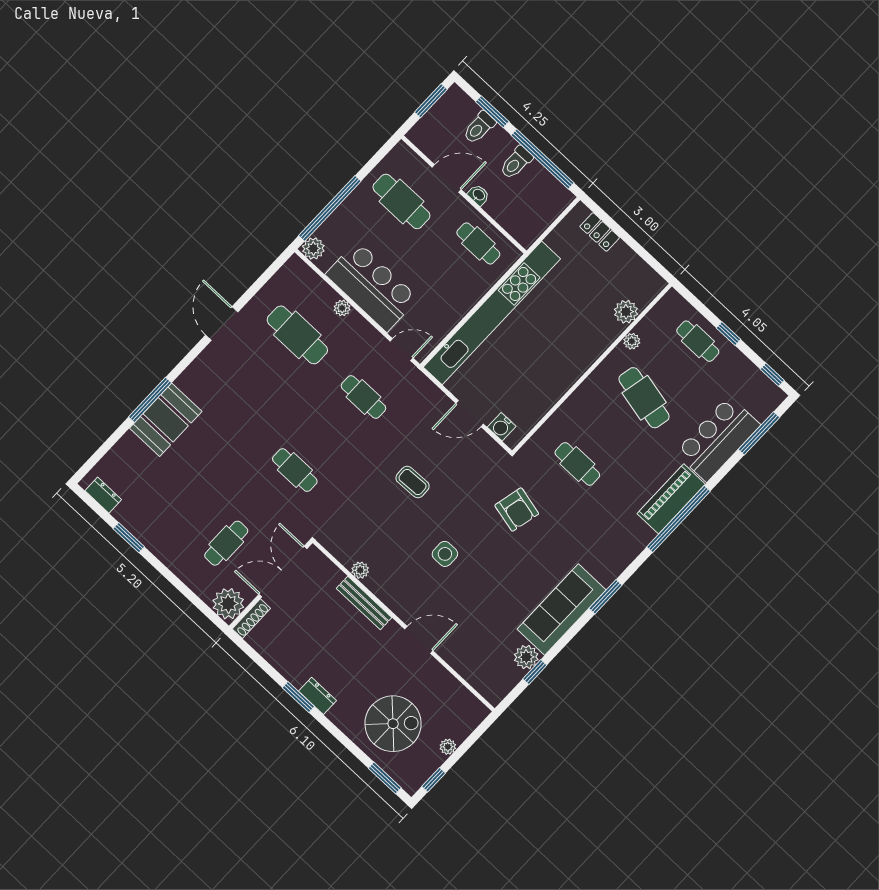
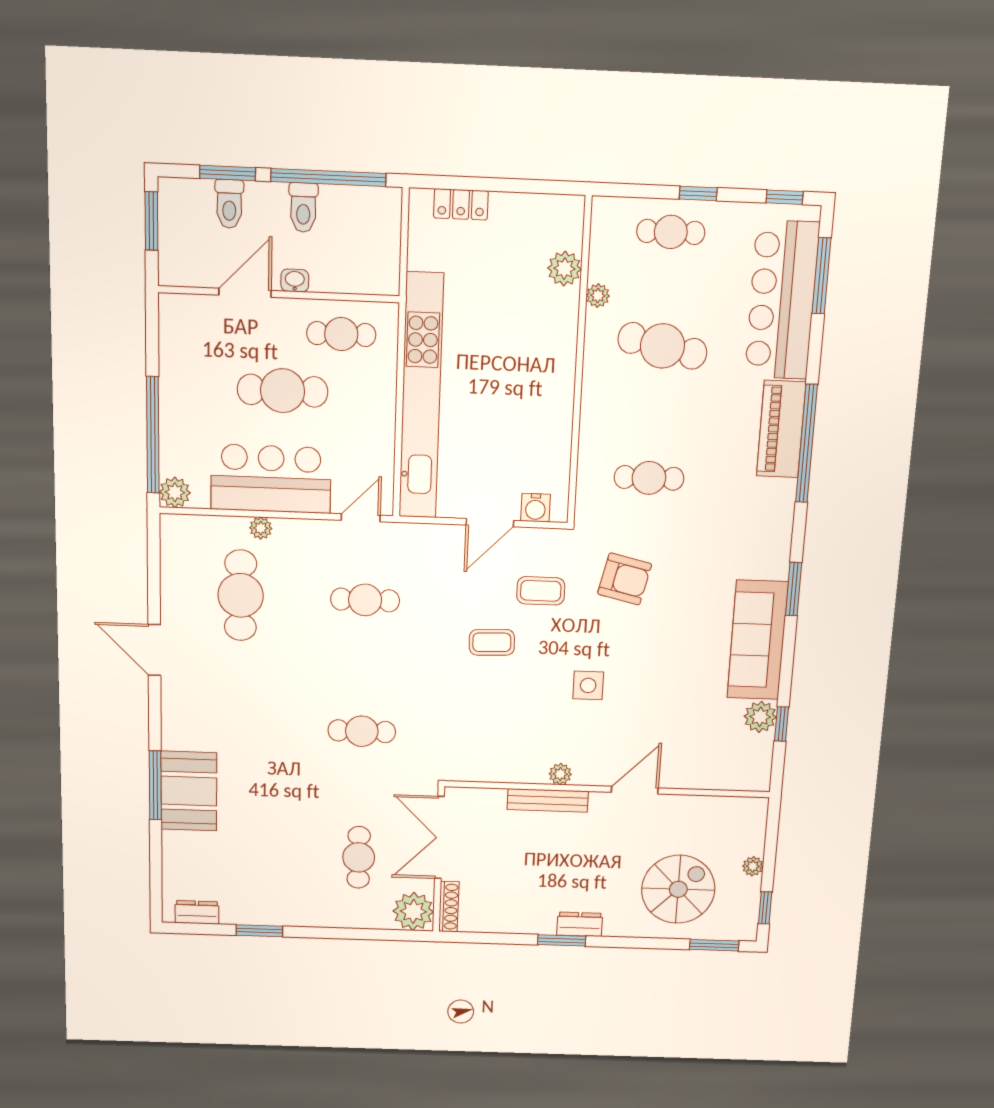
cafe table: (401, 201) -> (283, 391), moved
cafe table: (297, 335) -> (241, 595), turned 90
bar counter: (718, 439) -> (782, 300), width x1.36
coffee table: (465, 476) -> (541, 591), added
plant: (360, 570) -> (560, 774), moved

